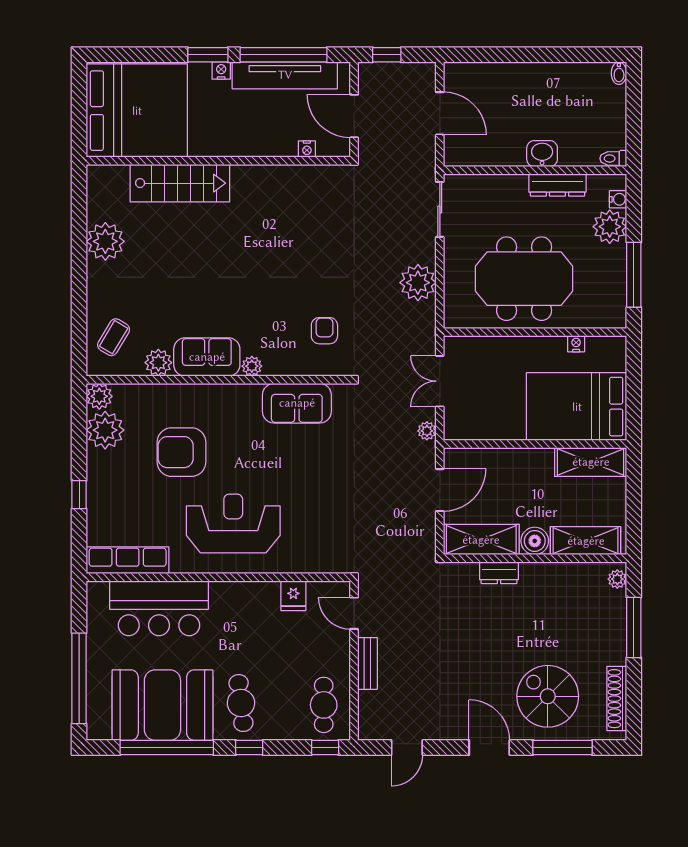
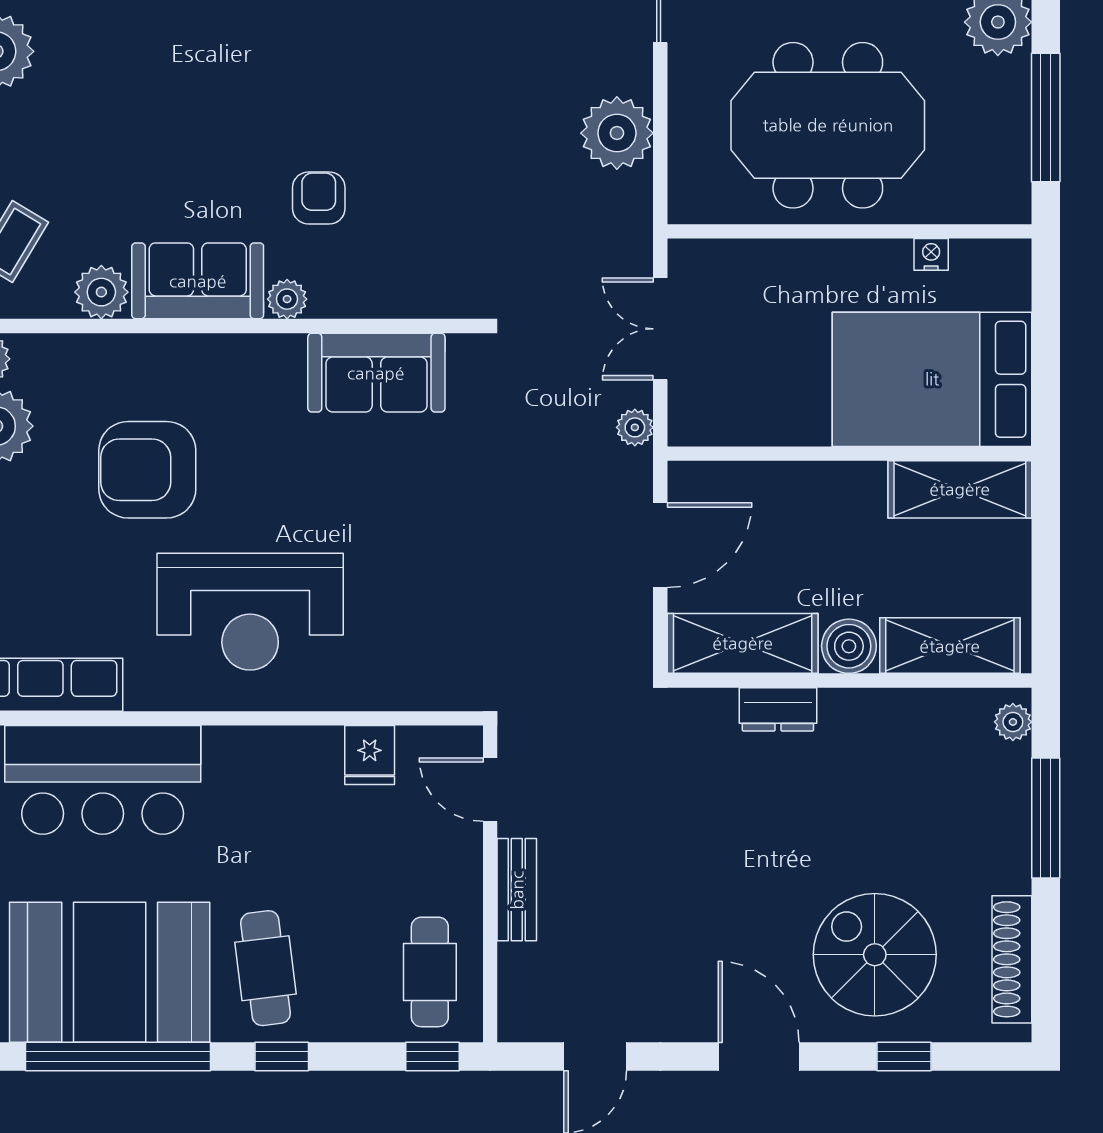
armchair: (324, 331) -> (319, 198), moved
reception desk: (233, 524) -> (250, 612), turned 180
window: (562, 747) -> (904, 1056), width x0.46

